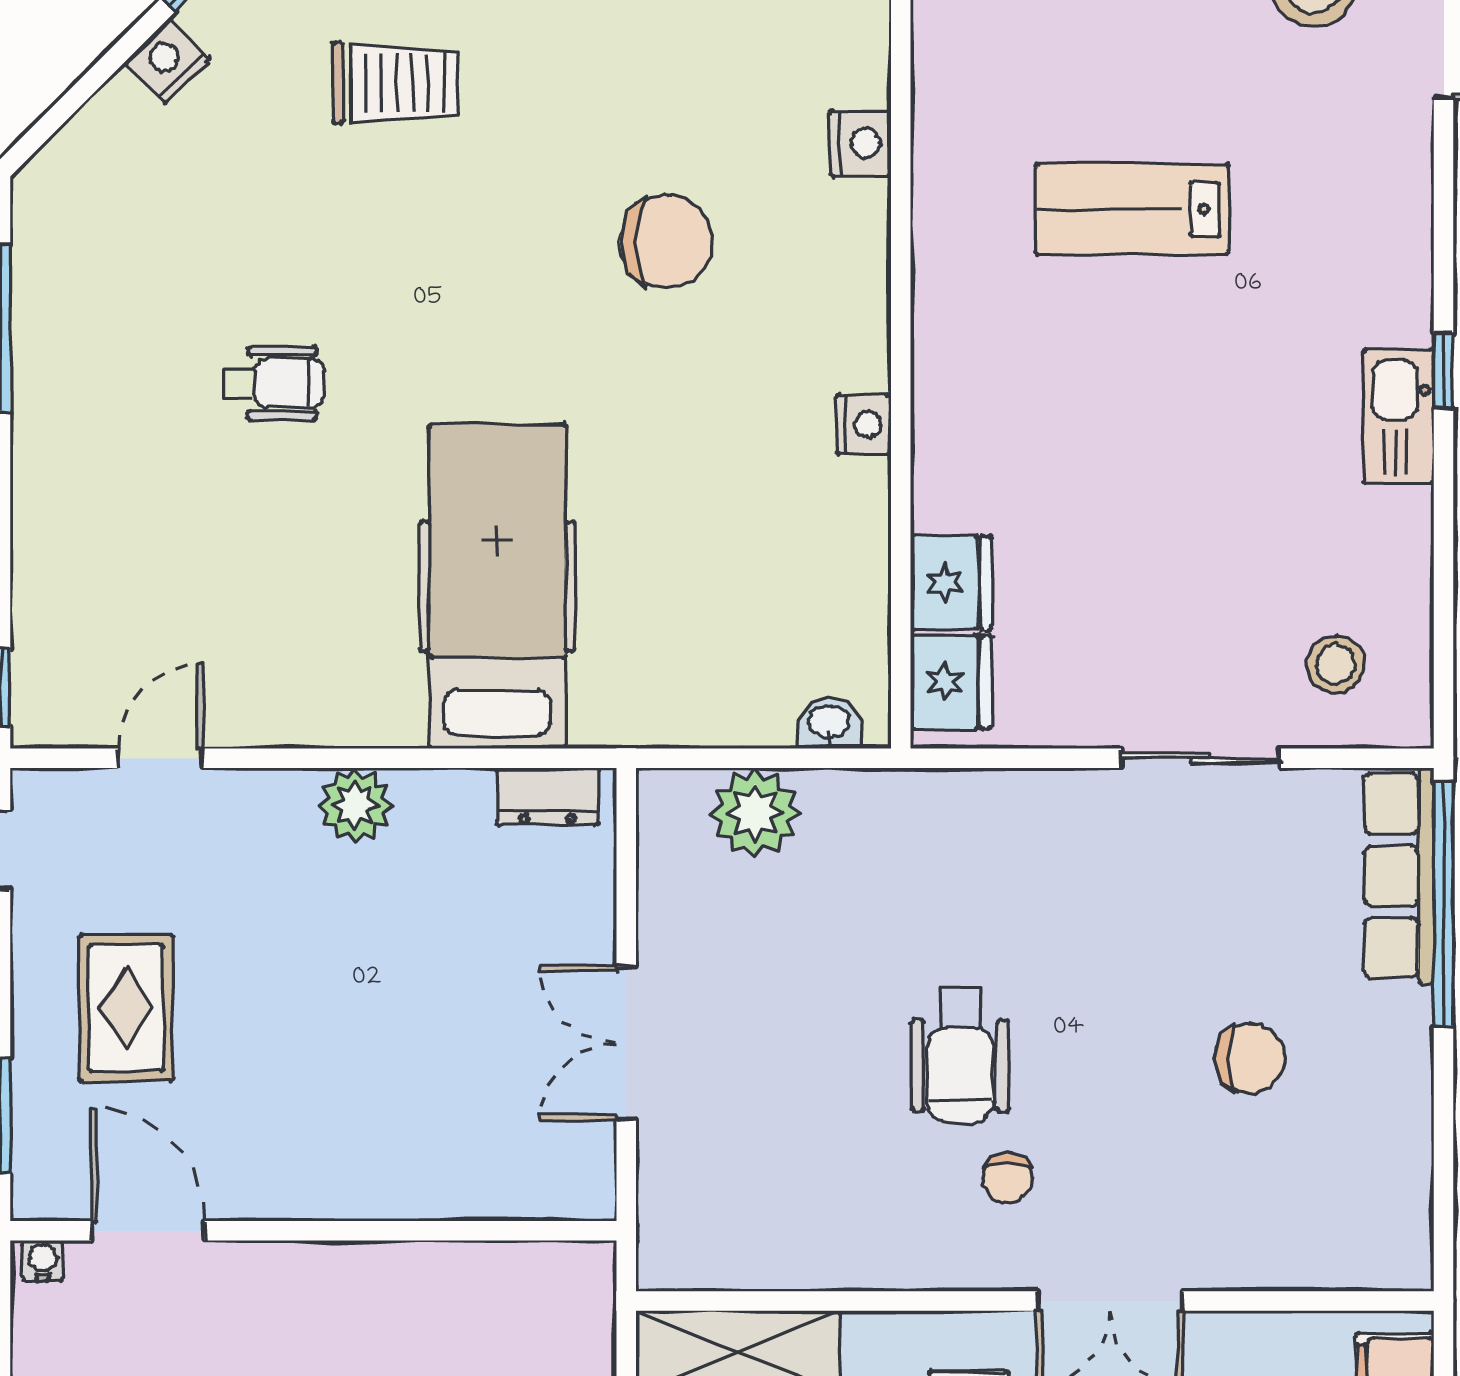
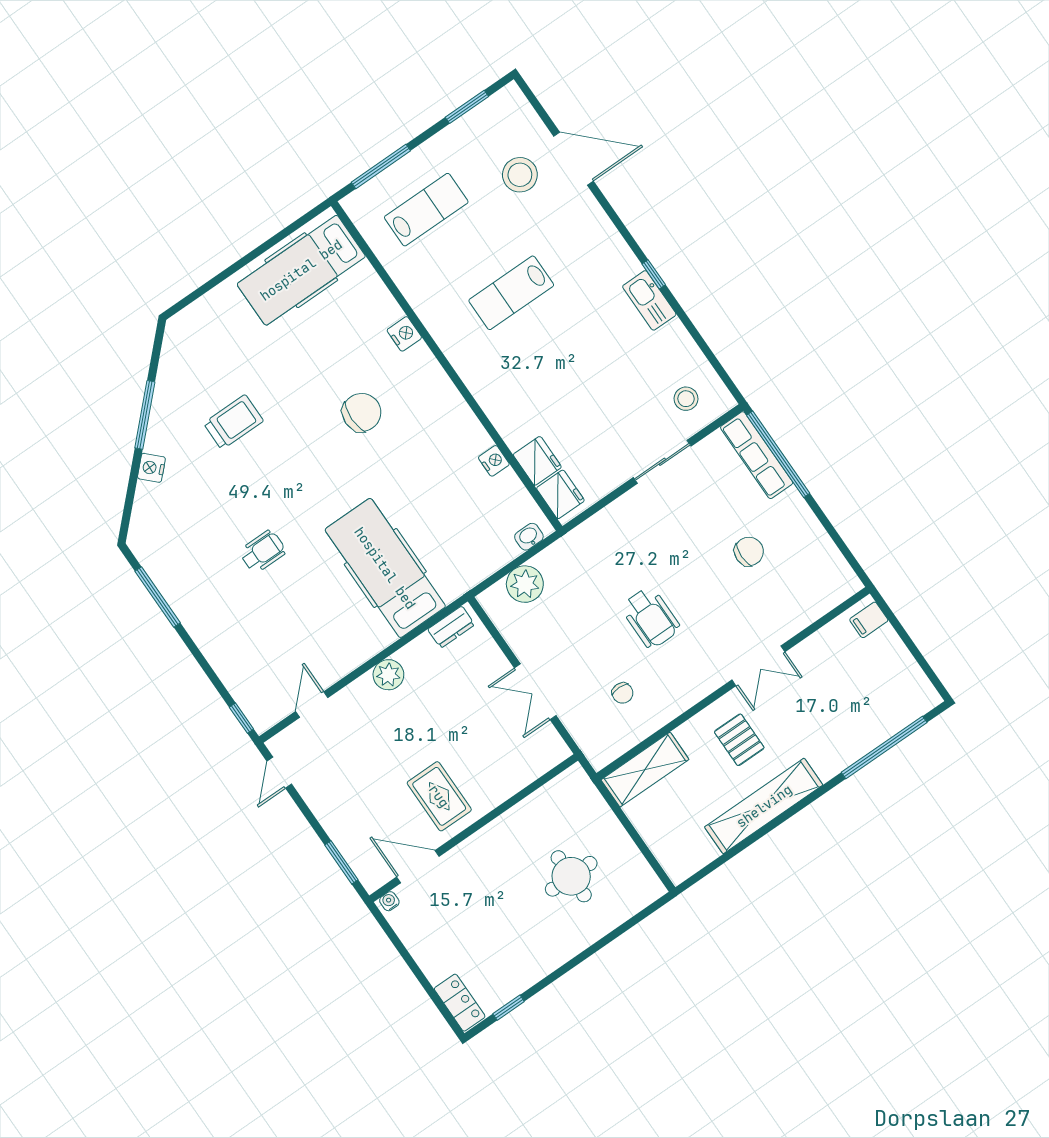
nightstand: (864, 424) -> (494, 461), moved
rug: (126, 1008) -> (439, 796), moved
chair: (1007, 1178) -> (622, 693), moved

